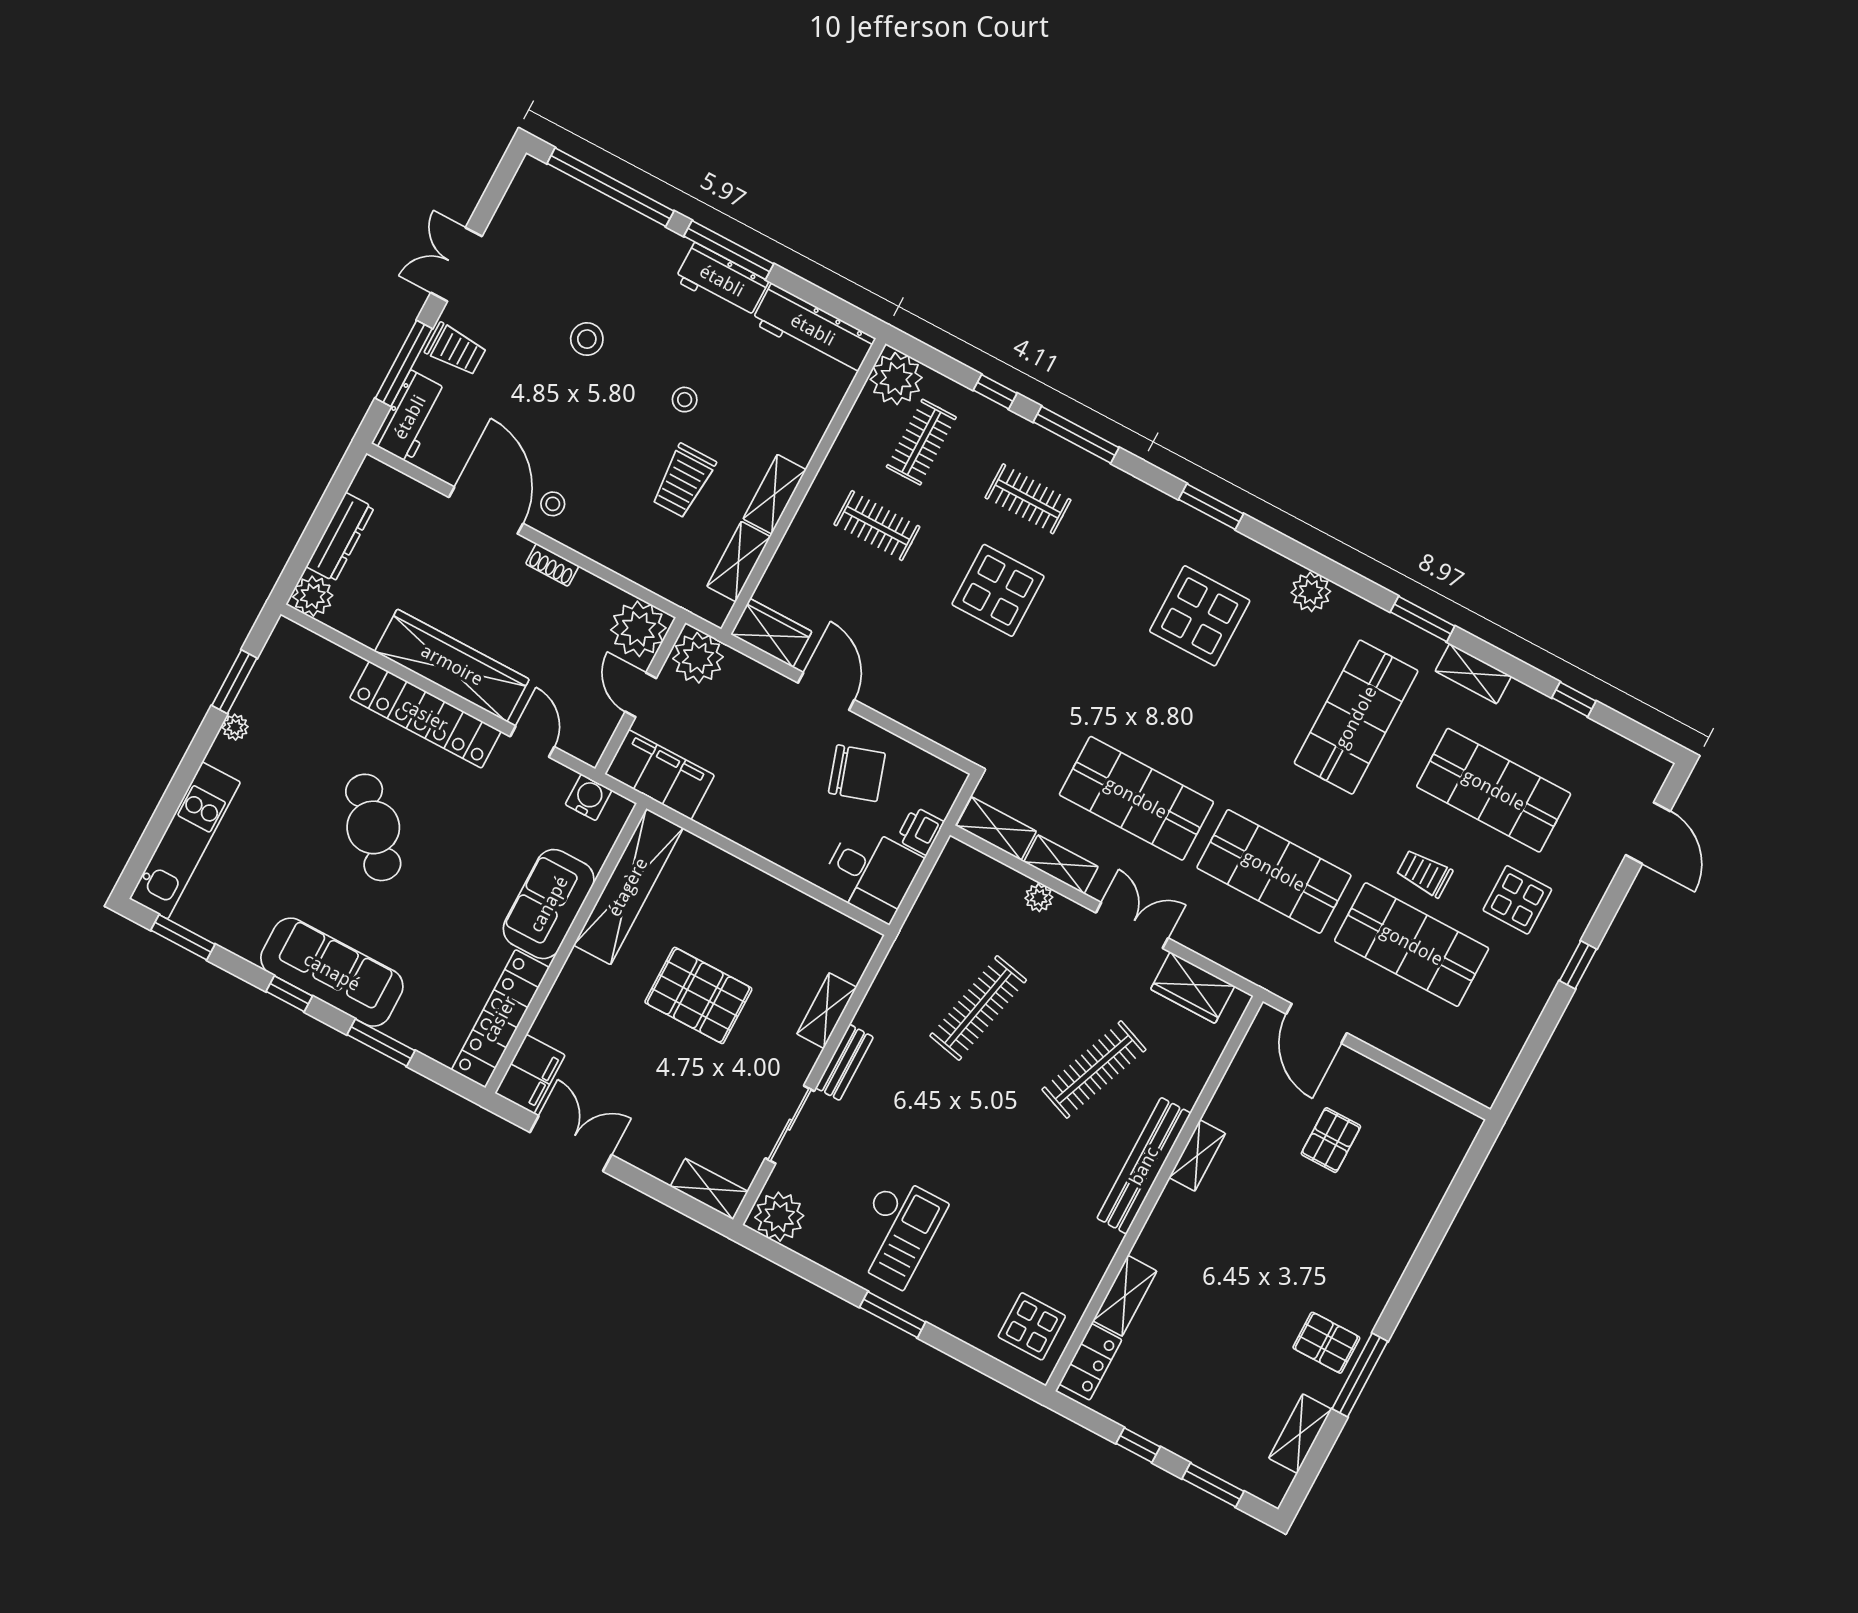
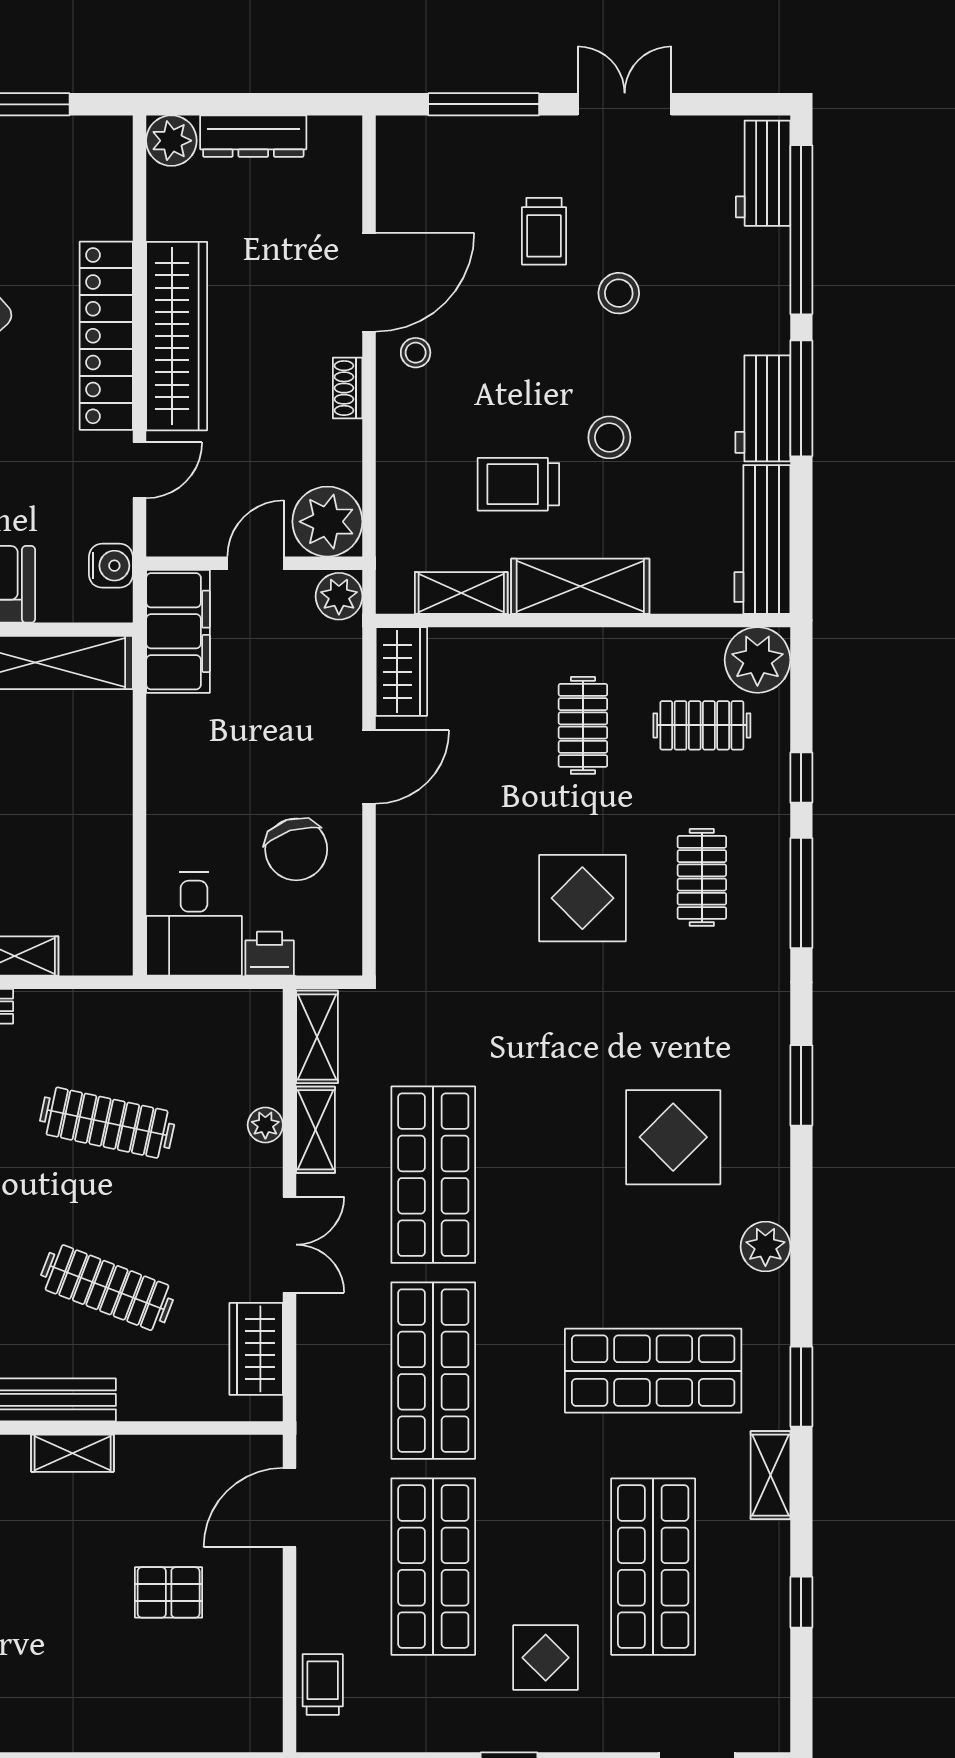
trolley: (456, 349) -> (544, 231), moved
stool: (685, 400) -> (609, 437), width x1.37, depth x1.37
workbench: (410, 417) -> (763, 173), moved, turned 90
shelving: (774, 494) -> (580, 586), width x1.50, depth x1.33
plant: (698, 658) -> (339, 596), width x0.73, depth x0.73
trolley: (1425, 873) -> (323, 1685), moved

